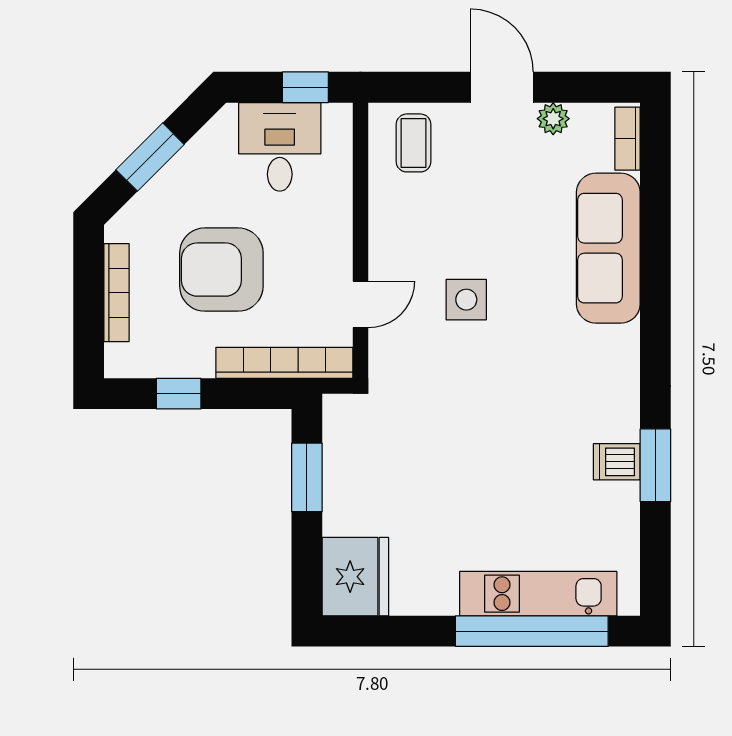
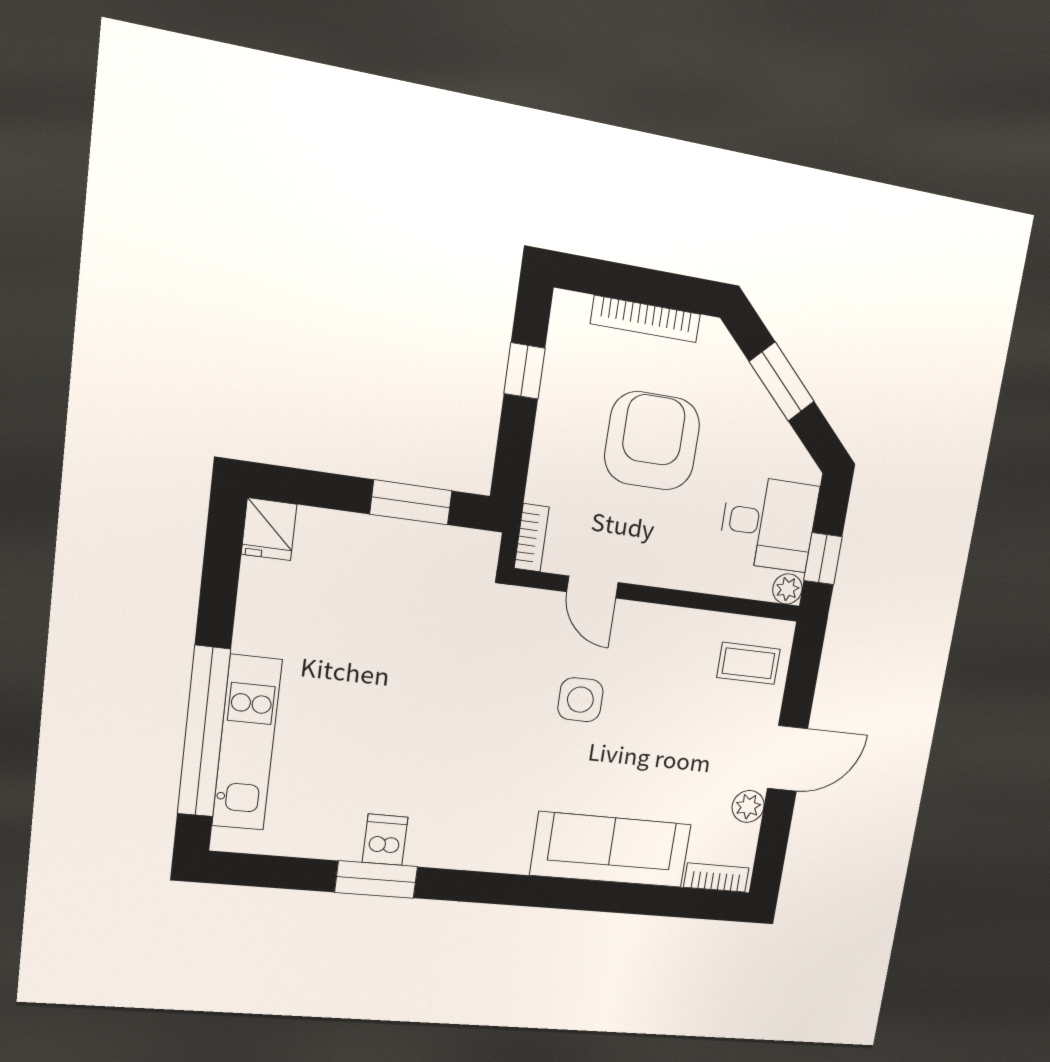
plant: (338, 117) -> (787, 589), added
bookcase: (284, 363) -> (532, 538), width x0.43, depth x0.76
fridge: (355, 577) -> (269, 529), width x0.53, depth x0.75

